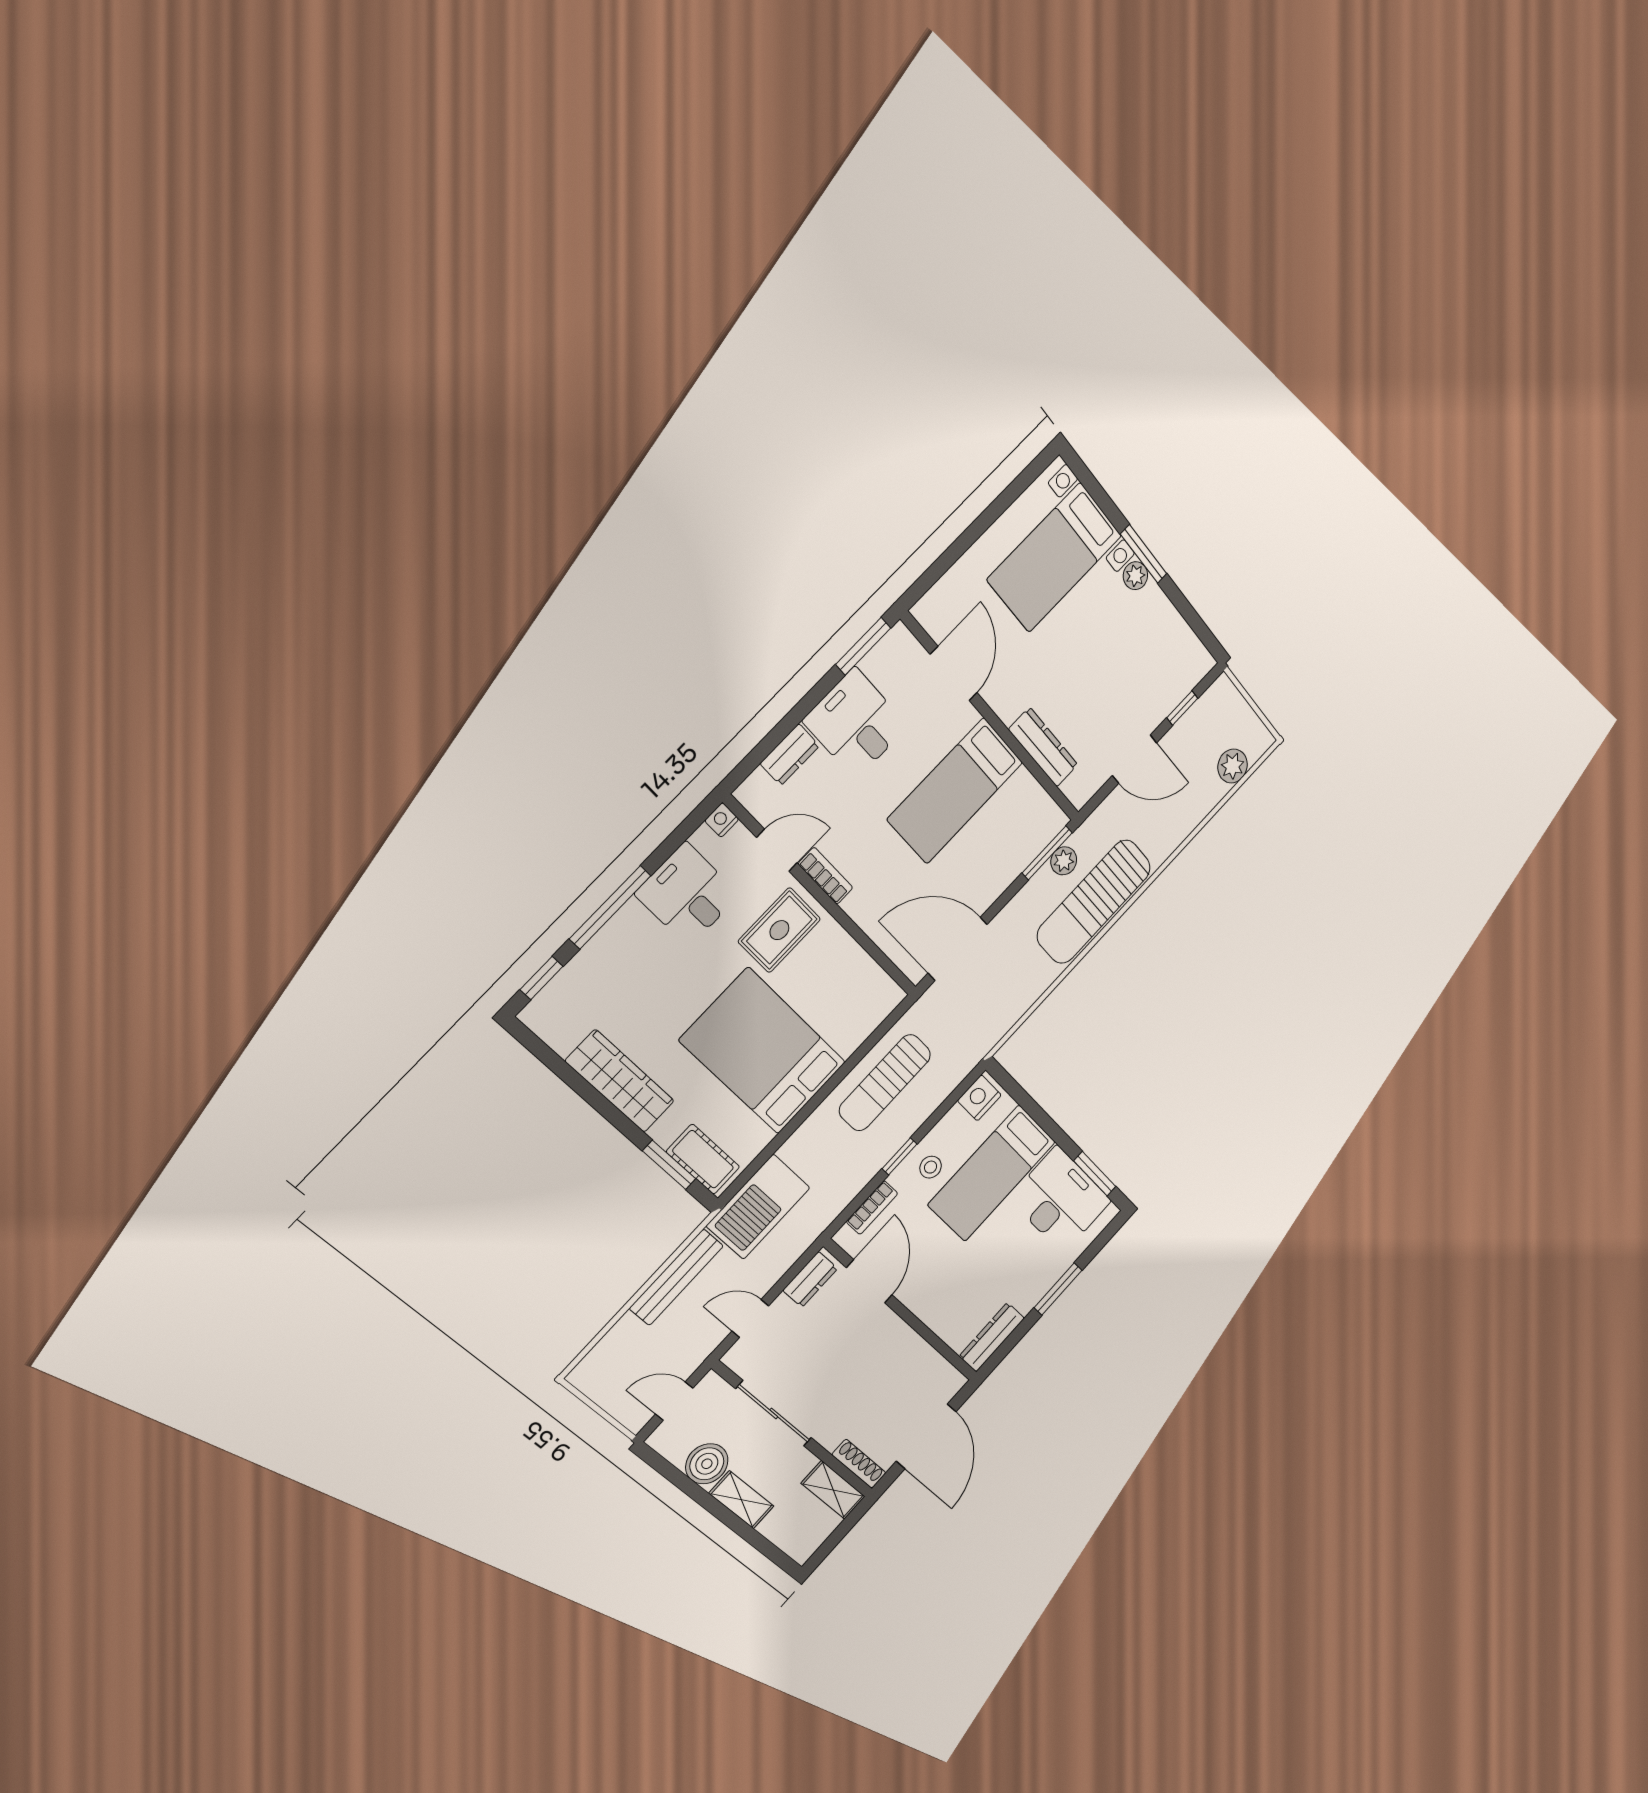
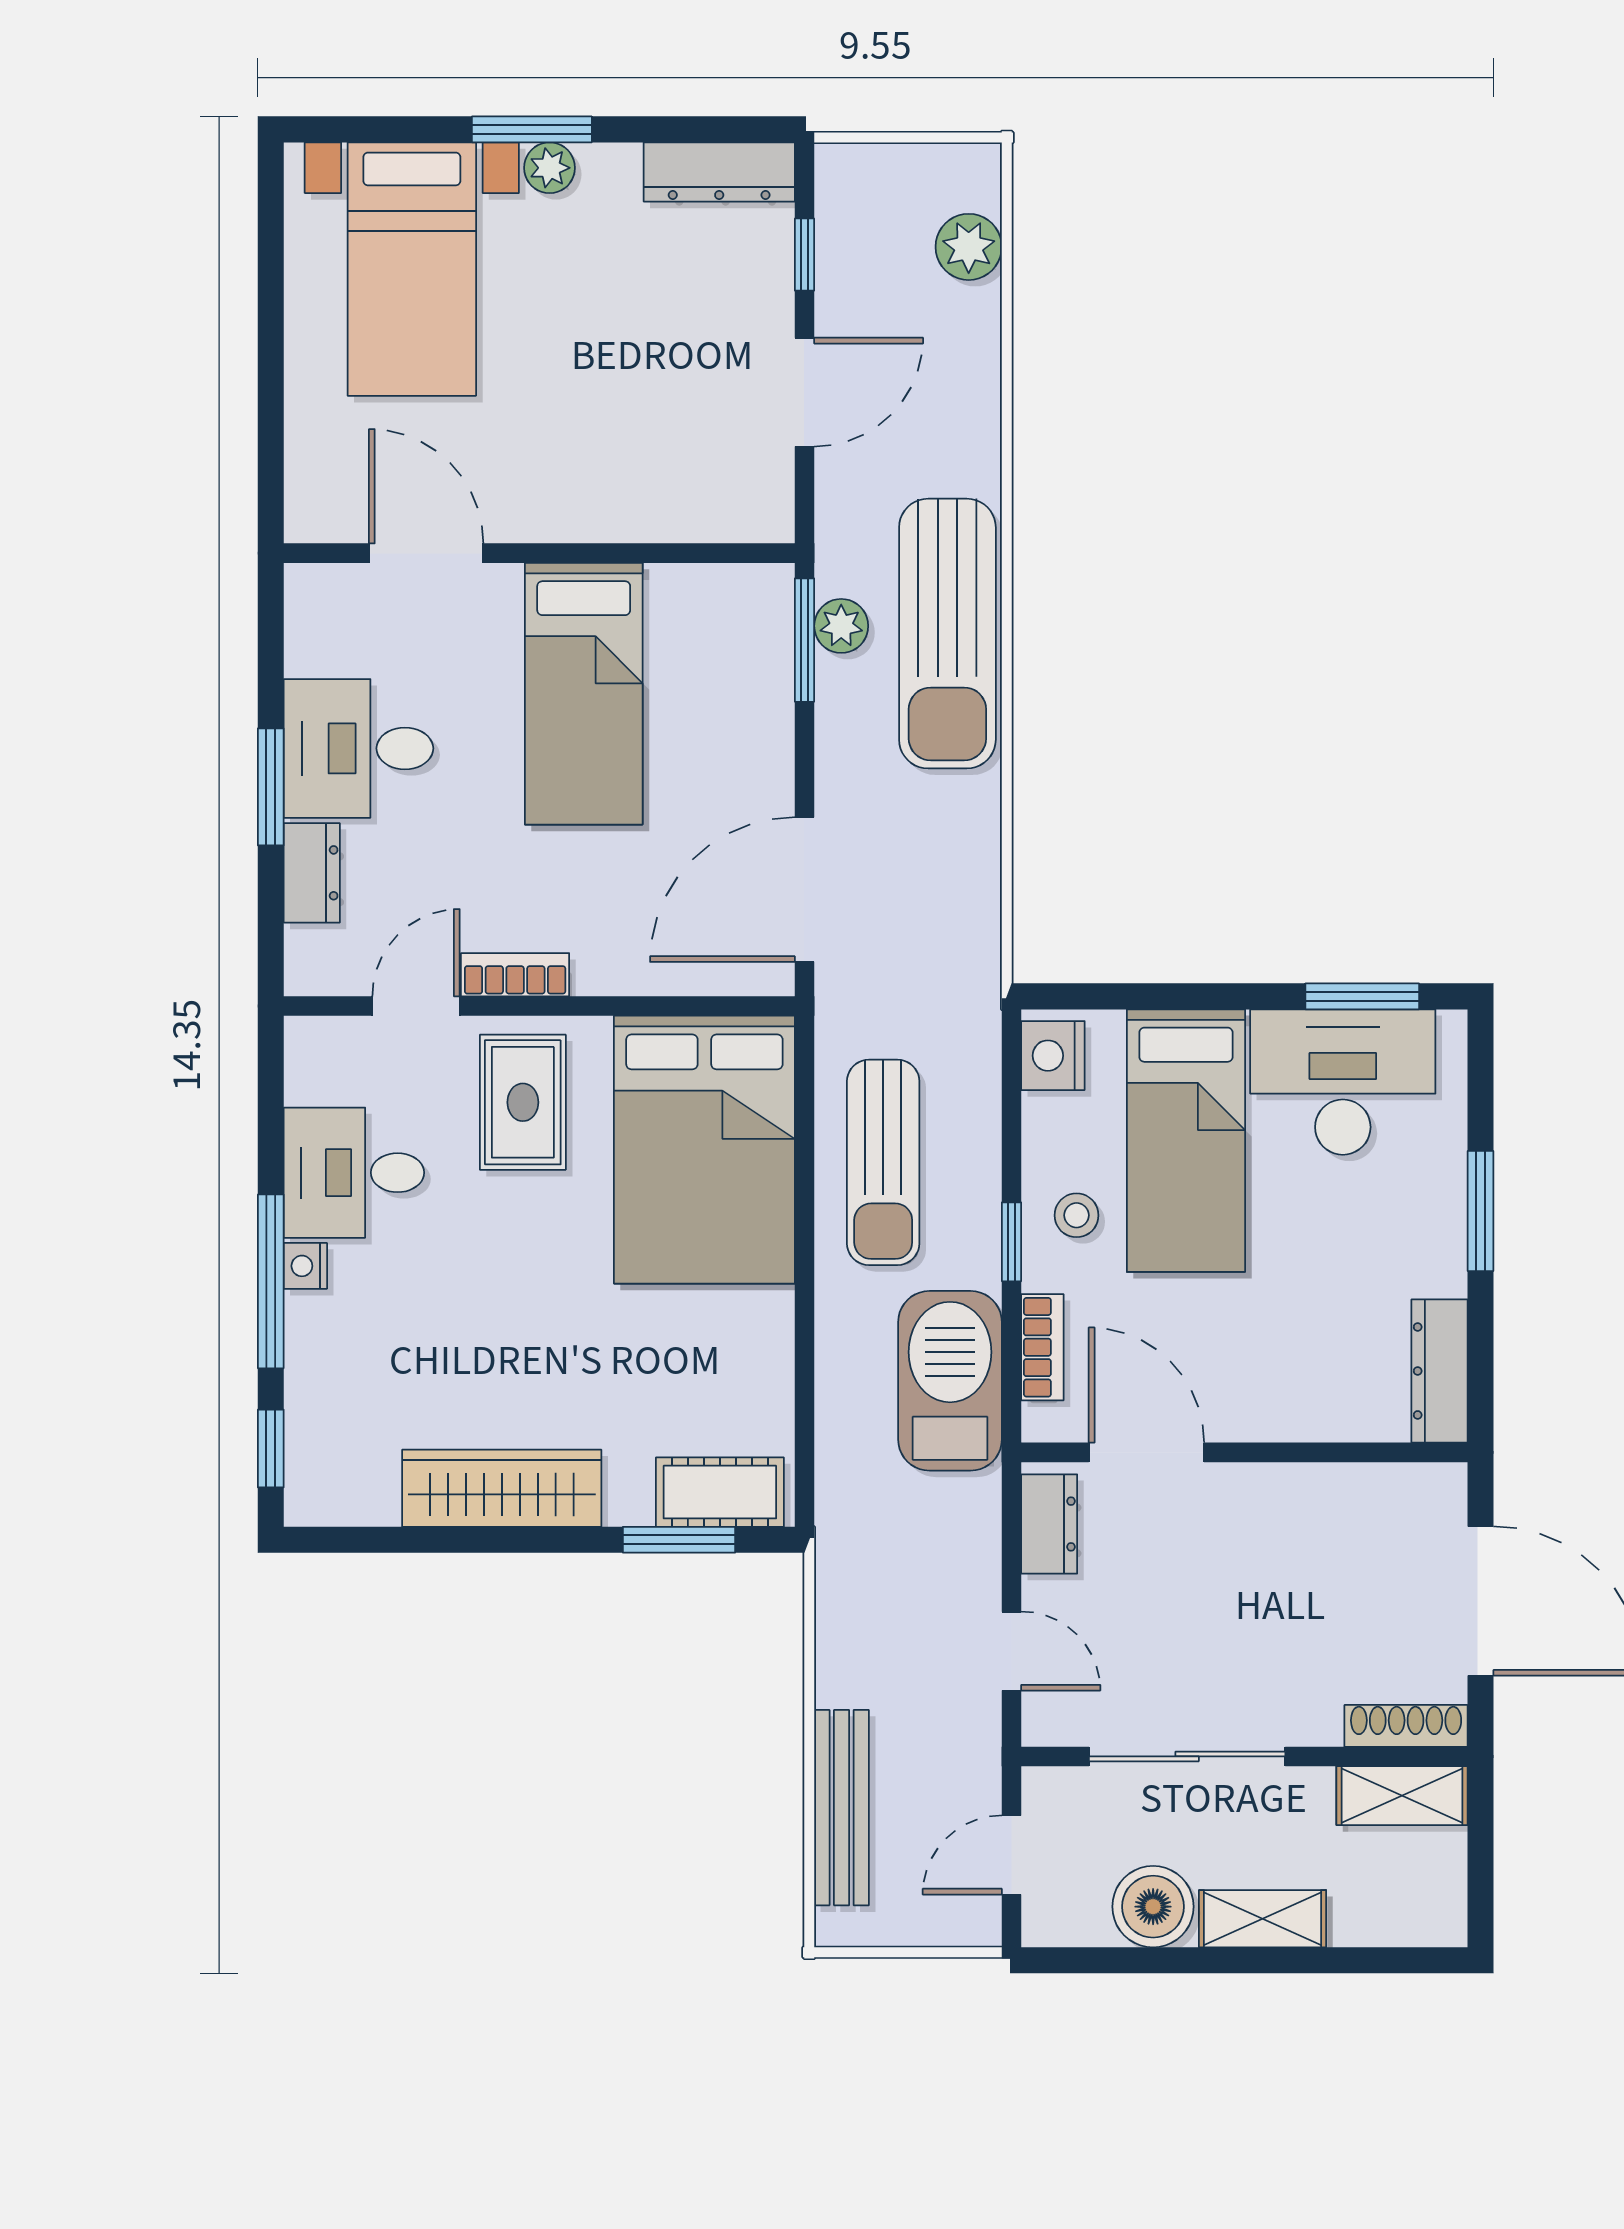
window: (863, 646) -> (271, 787), moved
dresser: (1043, 747) -> (719, 172), moved, turned 180
nightstand: (722, 820) -> (305, 1266), moved
bed: (763, 1051) -> (704, 1150), moved, turned -90
barbecue: (758, 1207) -> (950, 1381), moved, turned 180
bench: (676, 1277) -> (842, 1808), moved
door: (750, 1318) -> (1012, 1651), swing flipped

